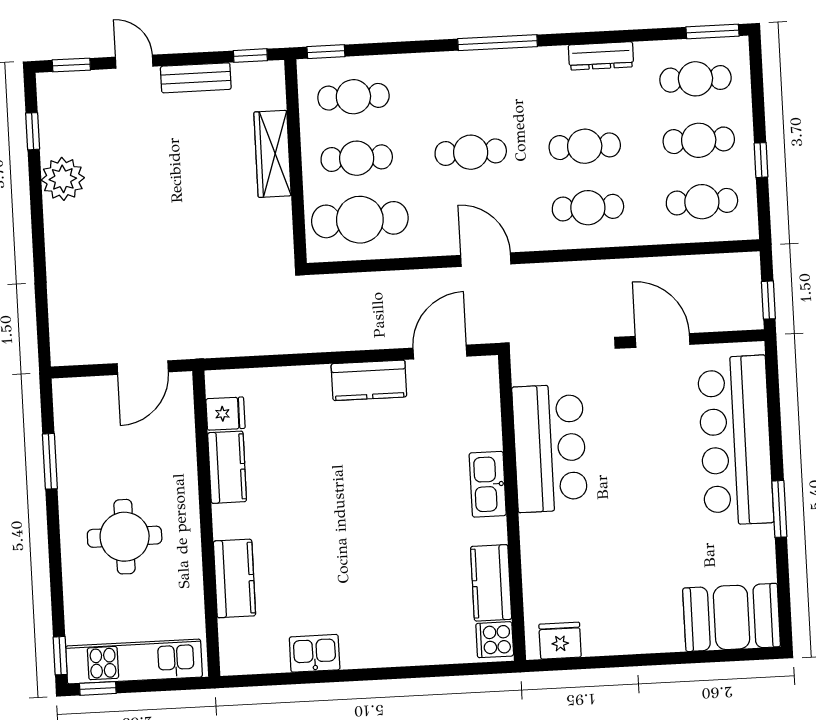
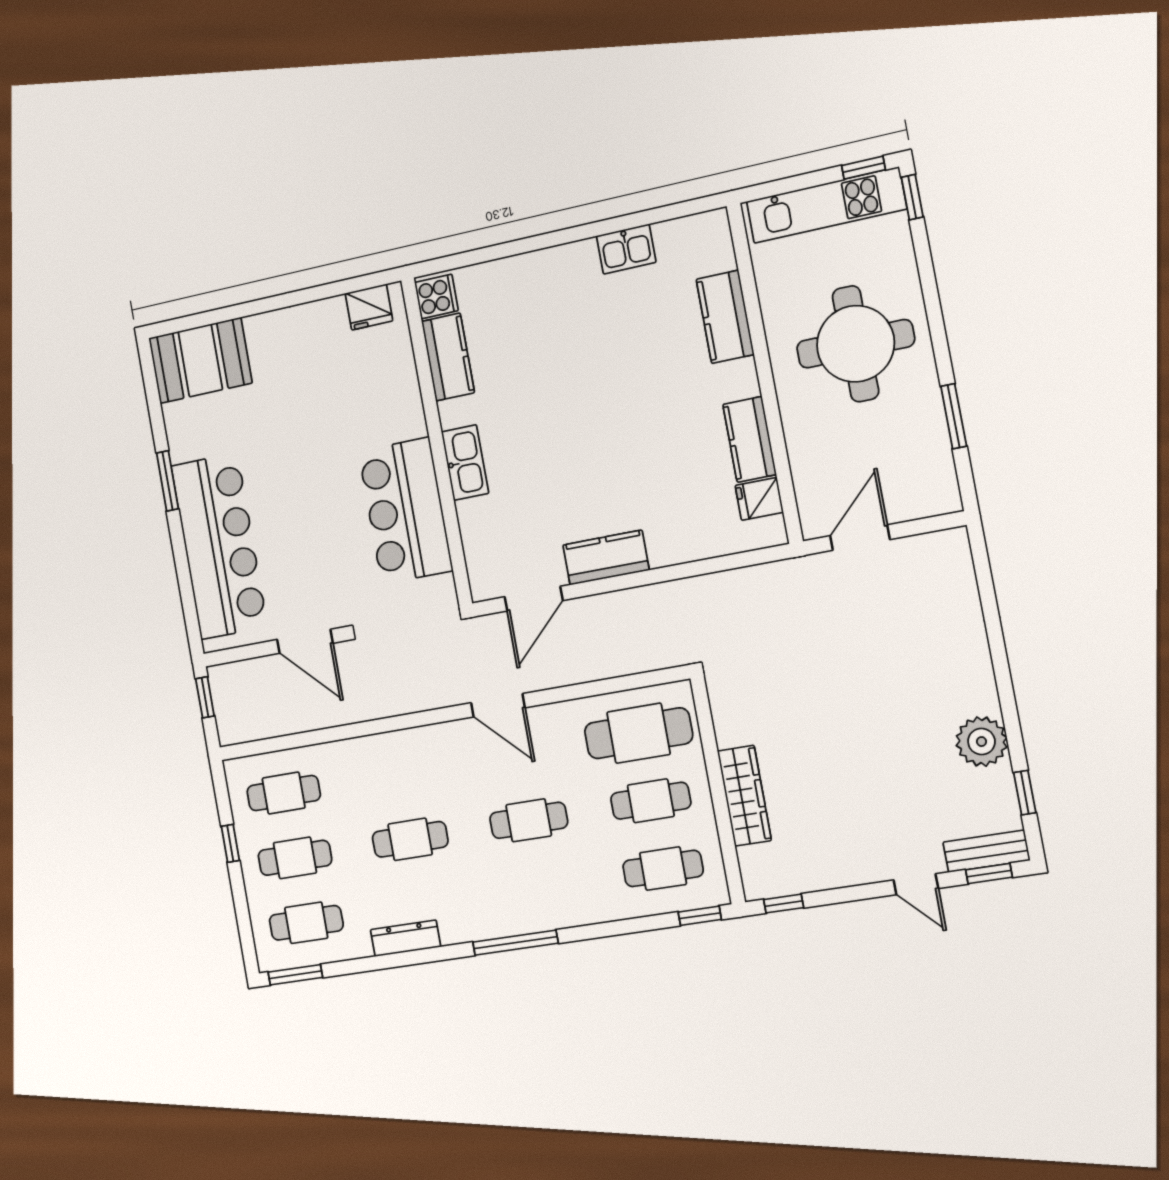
bench: (196, 78) -> (986, 851), moved
cafe table: (588, 208) -> (399, 774), removed
round table: (125, 537) -> (856, 344), width x1.36, depth x1.36

